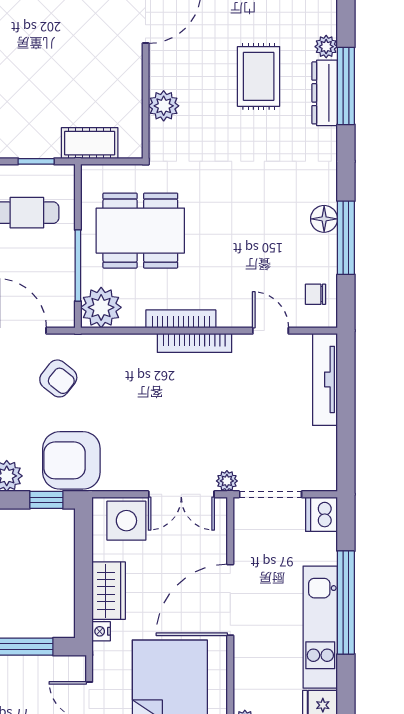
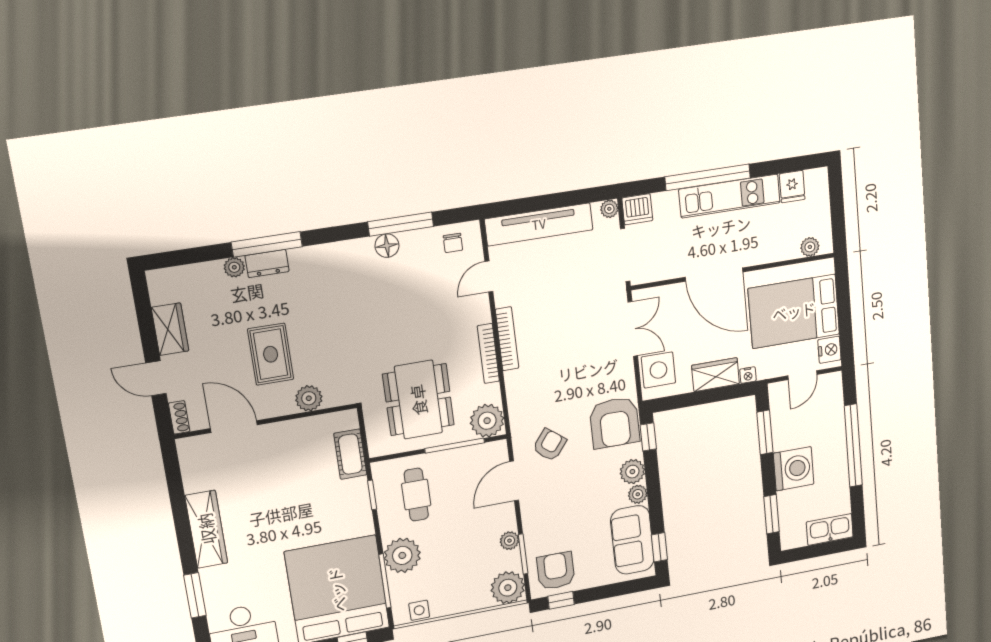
rug: (259, 76) -> (271, 354), moved, turned 90
dresser: (325, 93) -> (267, 264), width x0.70
tv unit: (325, 379) -> (539, 224), width x1.36, depth x1.29
plant: (227, 481) -> (609, 209), moved

